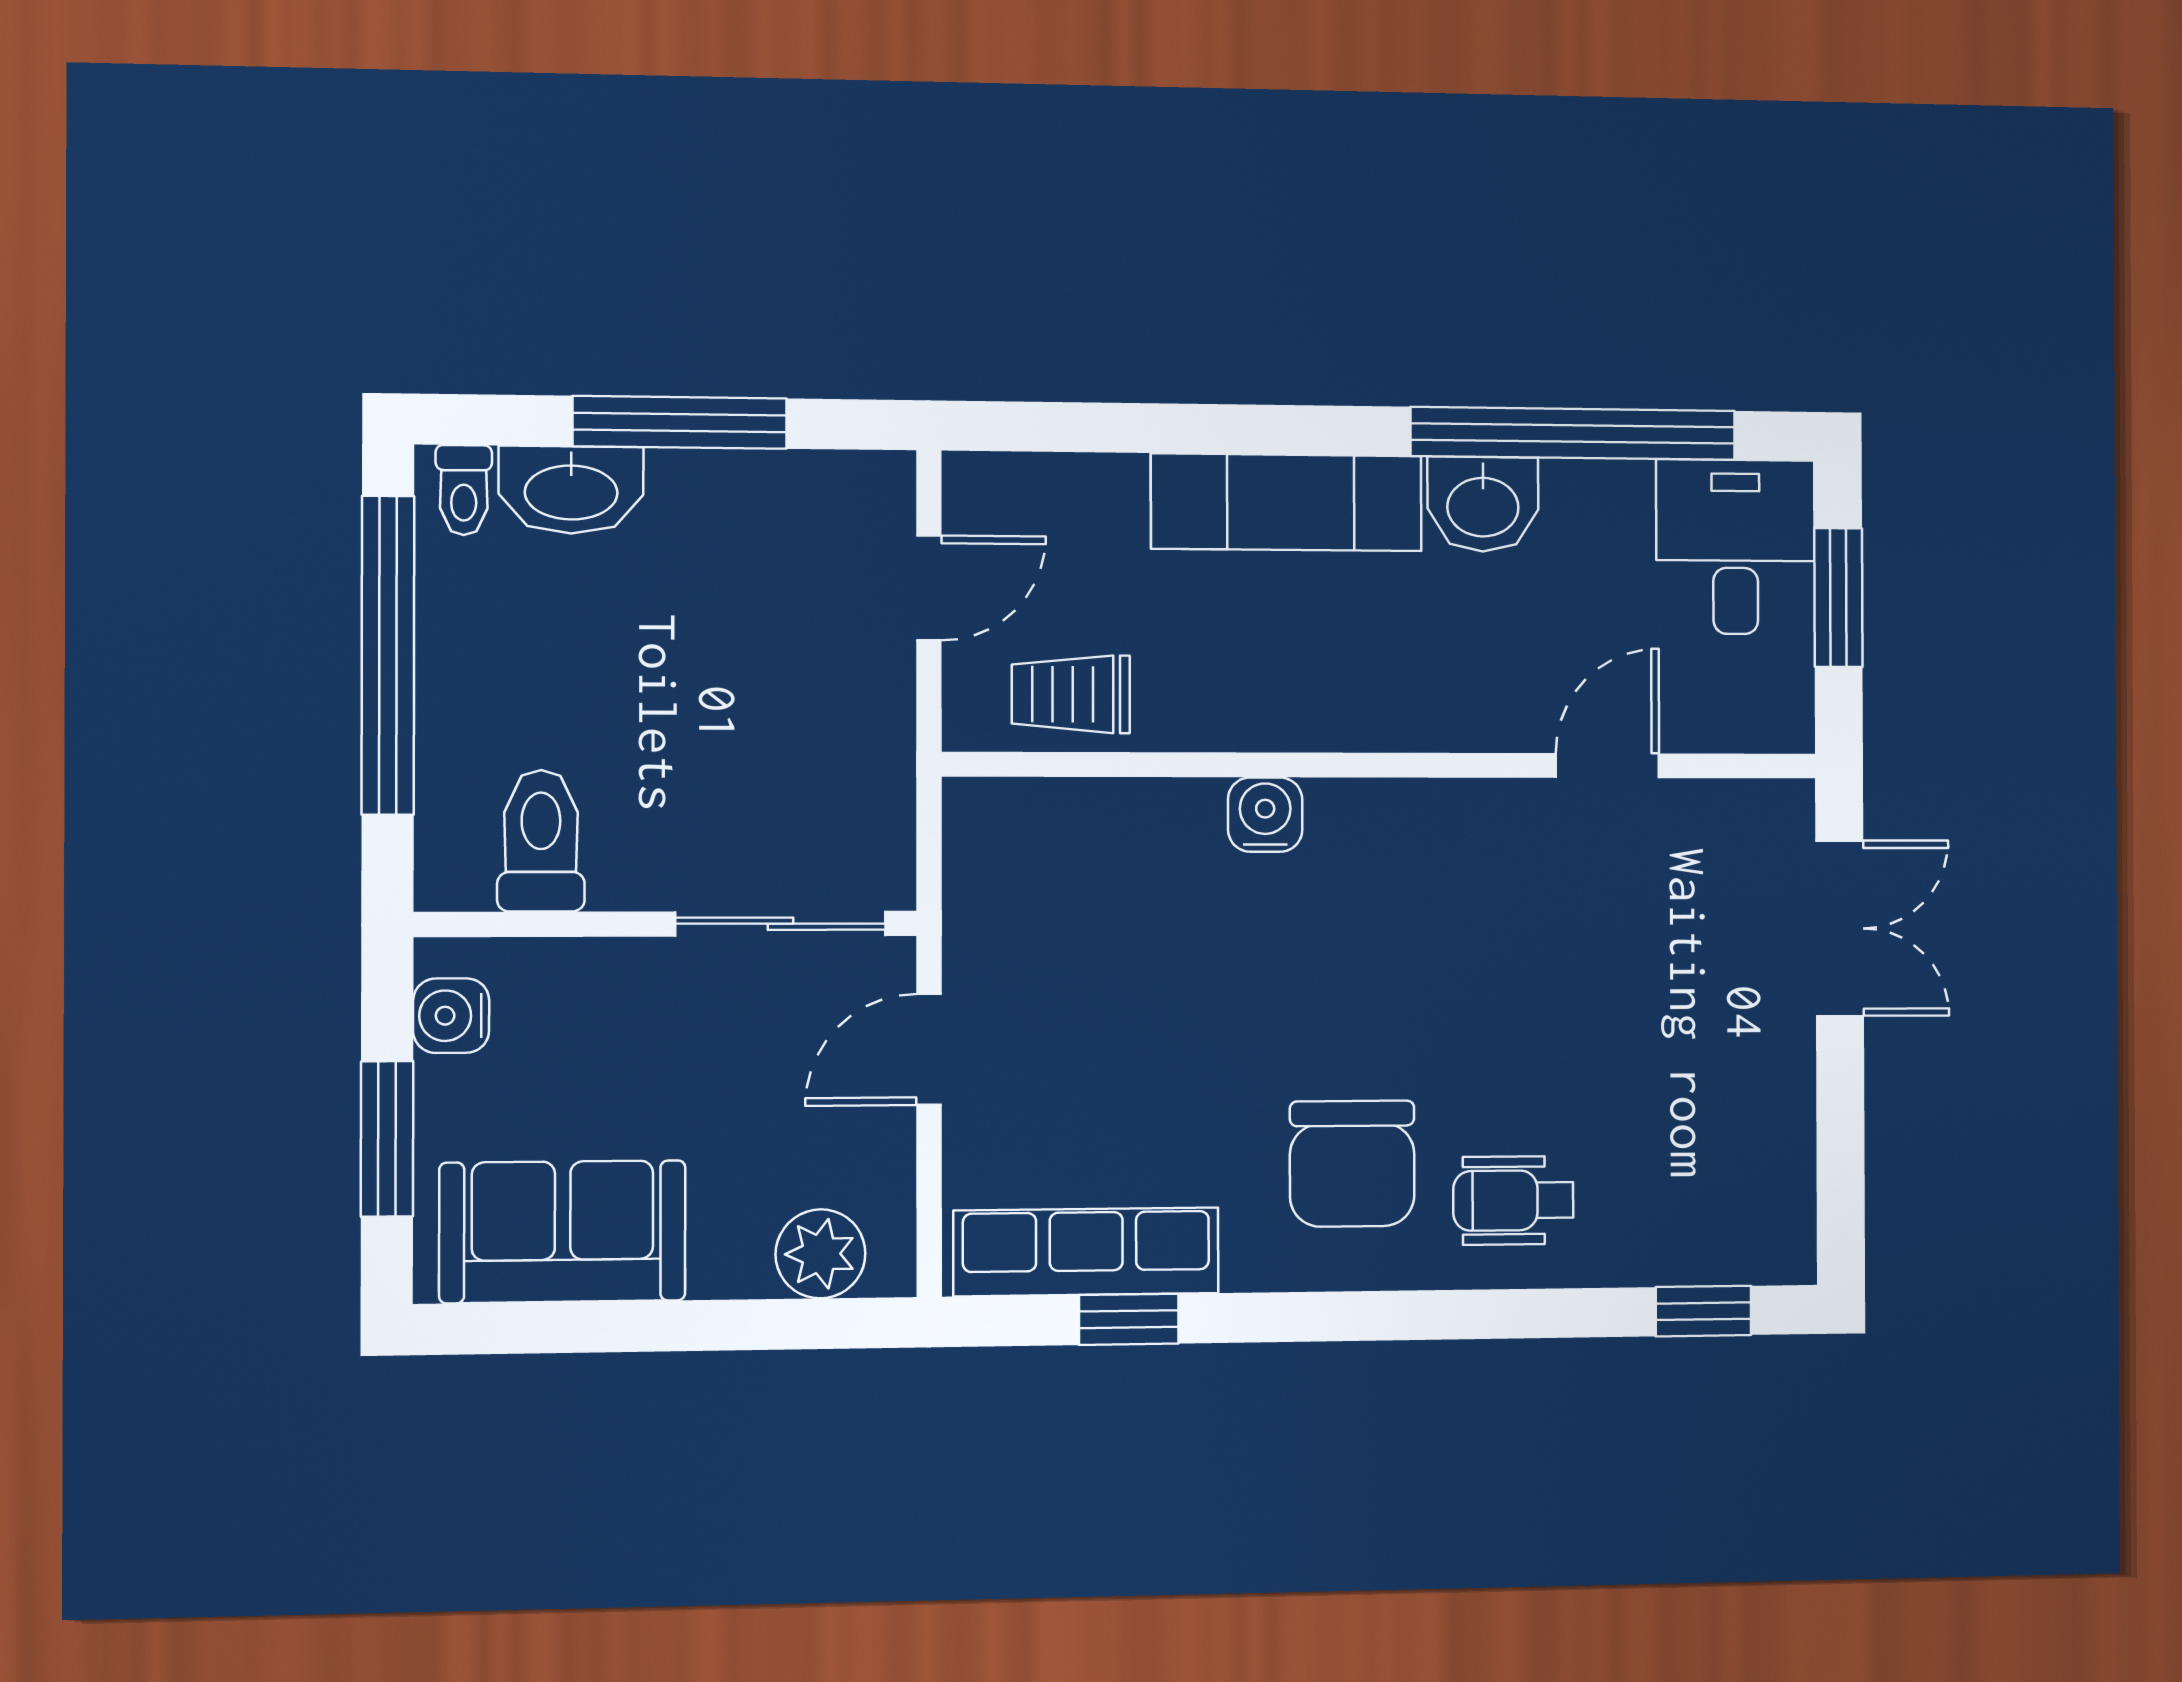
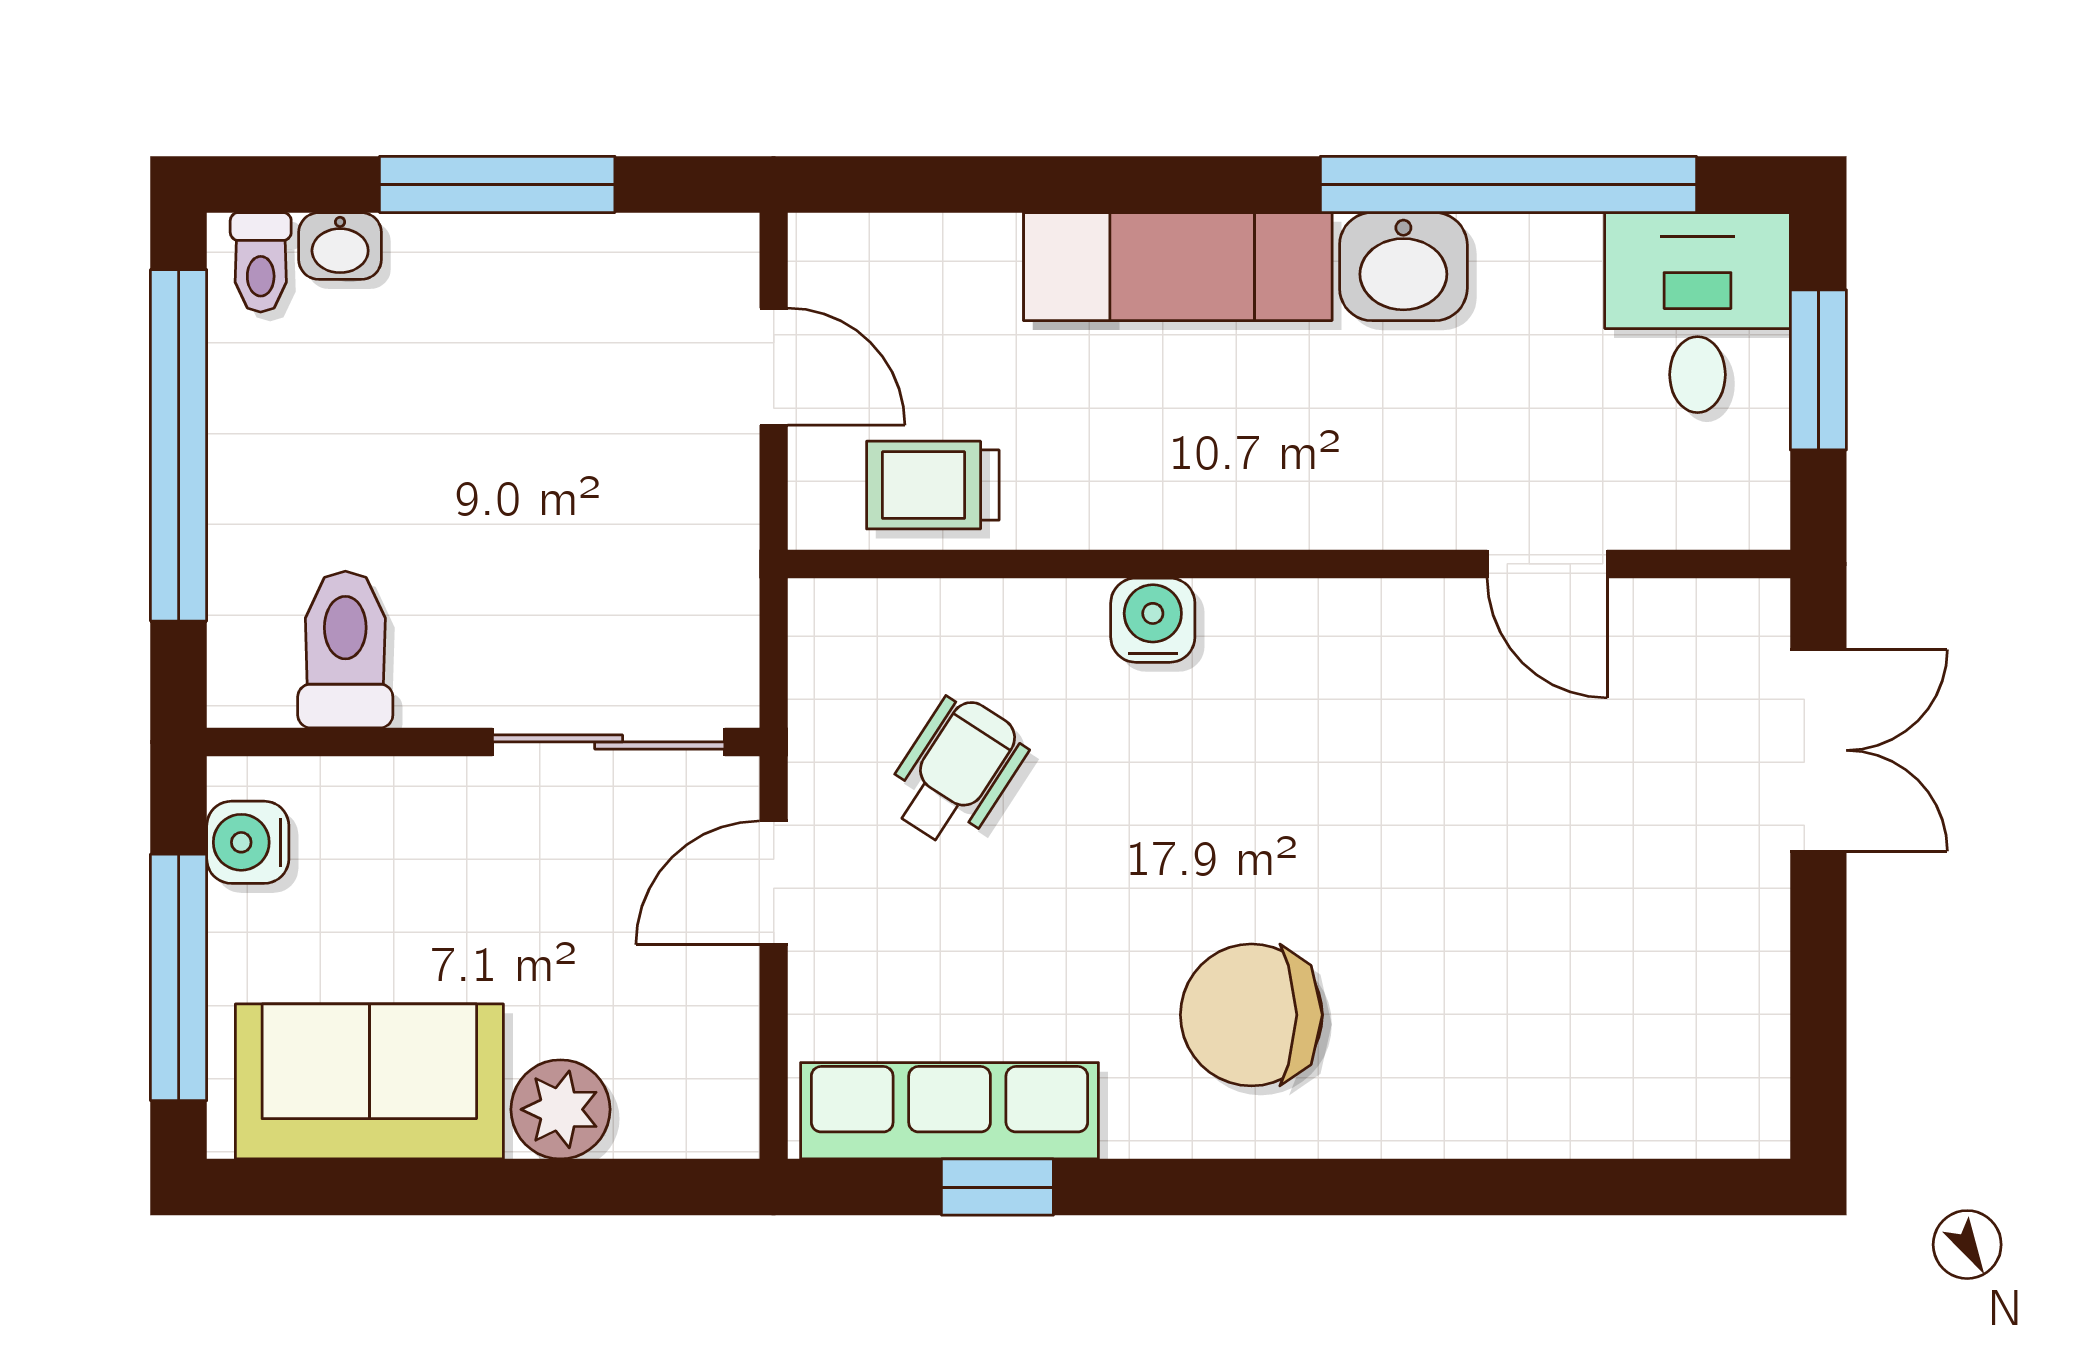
washbasin: (571, 490) -> (340, 246), width x0.52, depth x0.69
door: (929, 588) -> (774, 367), hinge flipped
door: (1608, 766) -> (1547, 564), swing flipped
window: (387, 1139) -> (179, 977), width x1.44
chair: (1352, 1164) -> (1251, 1015), turned 90
wheelchair: (1513, 1200) -> (956, 771), moved, turned 123
plant: (820, 1254) -> (560, 1109), moved
window: (1703, 1311) -> (1657, 1187), removed

